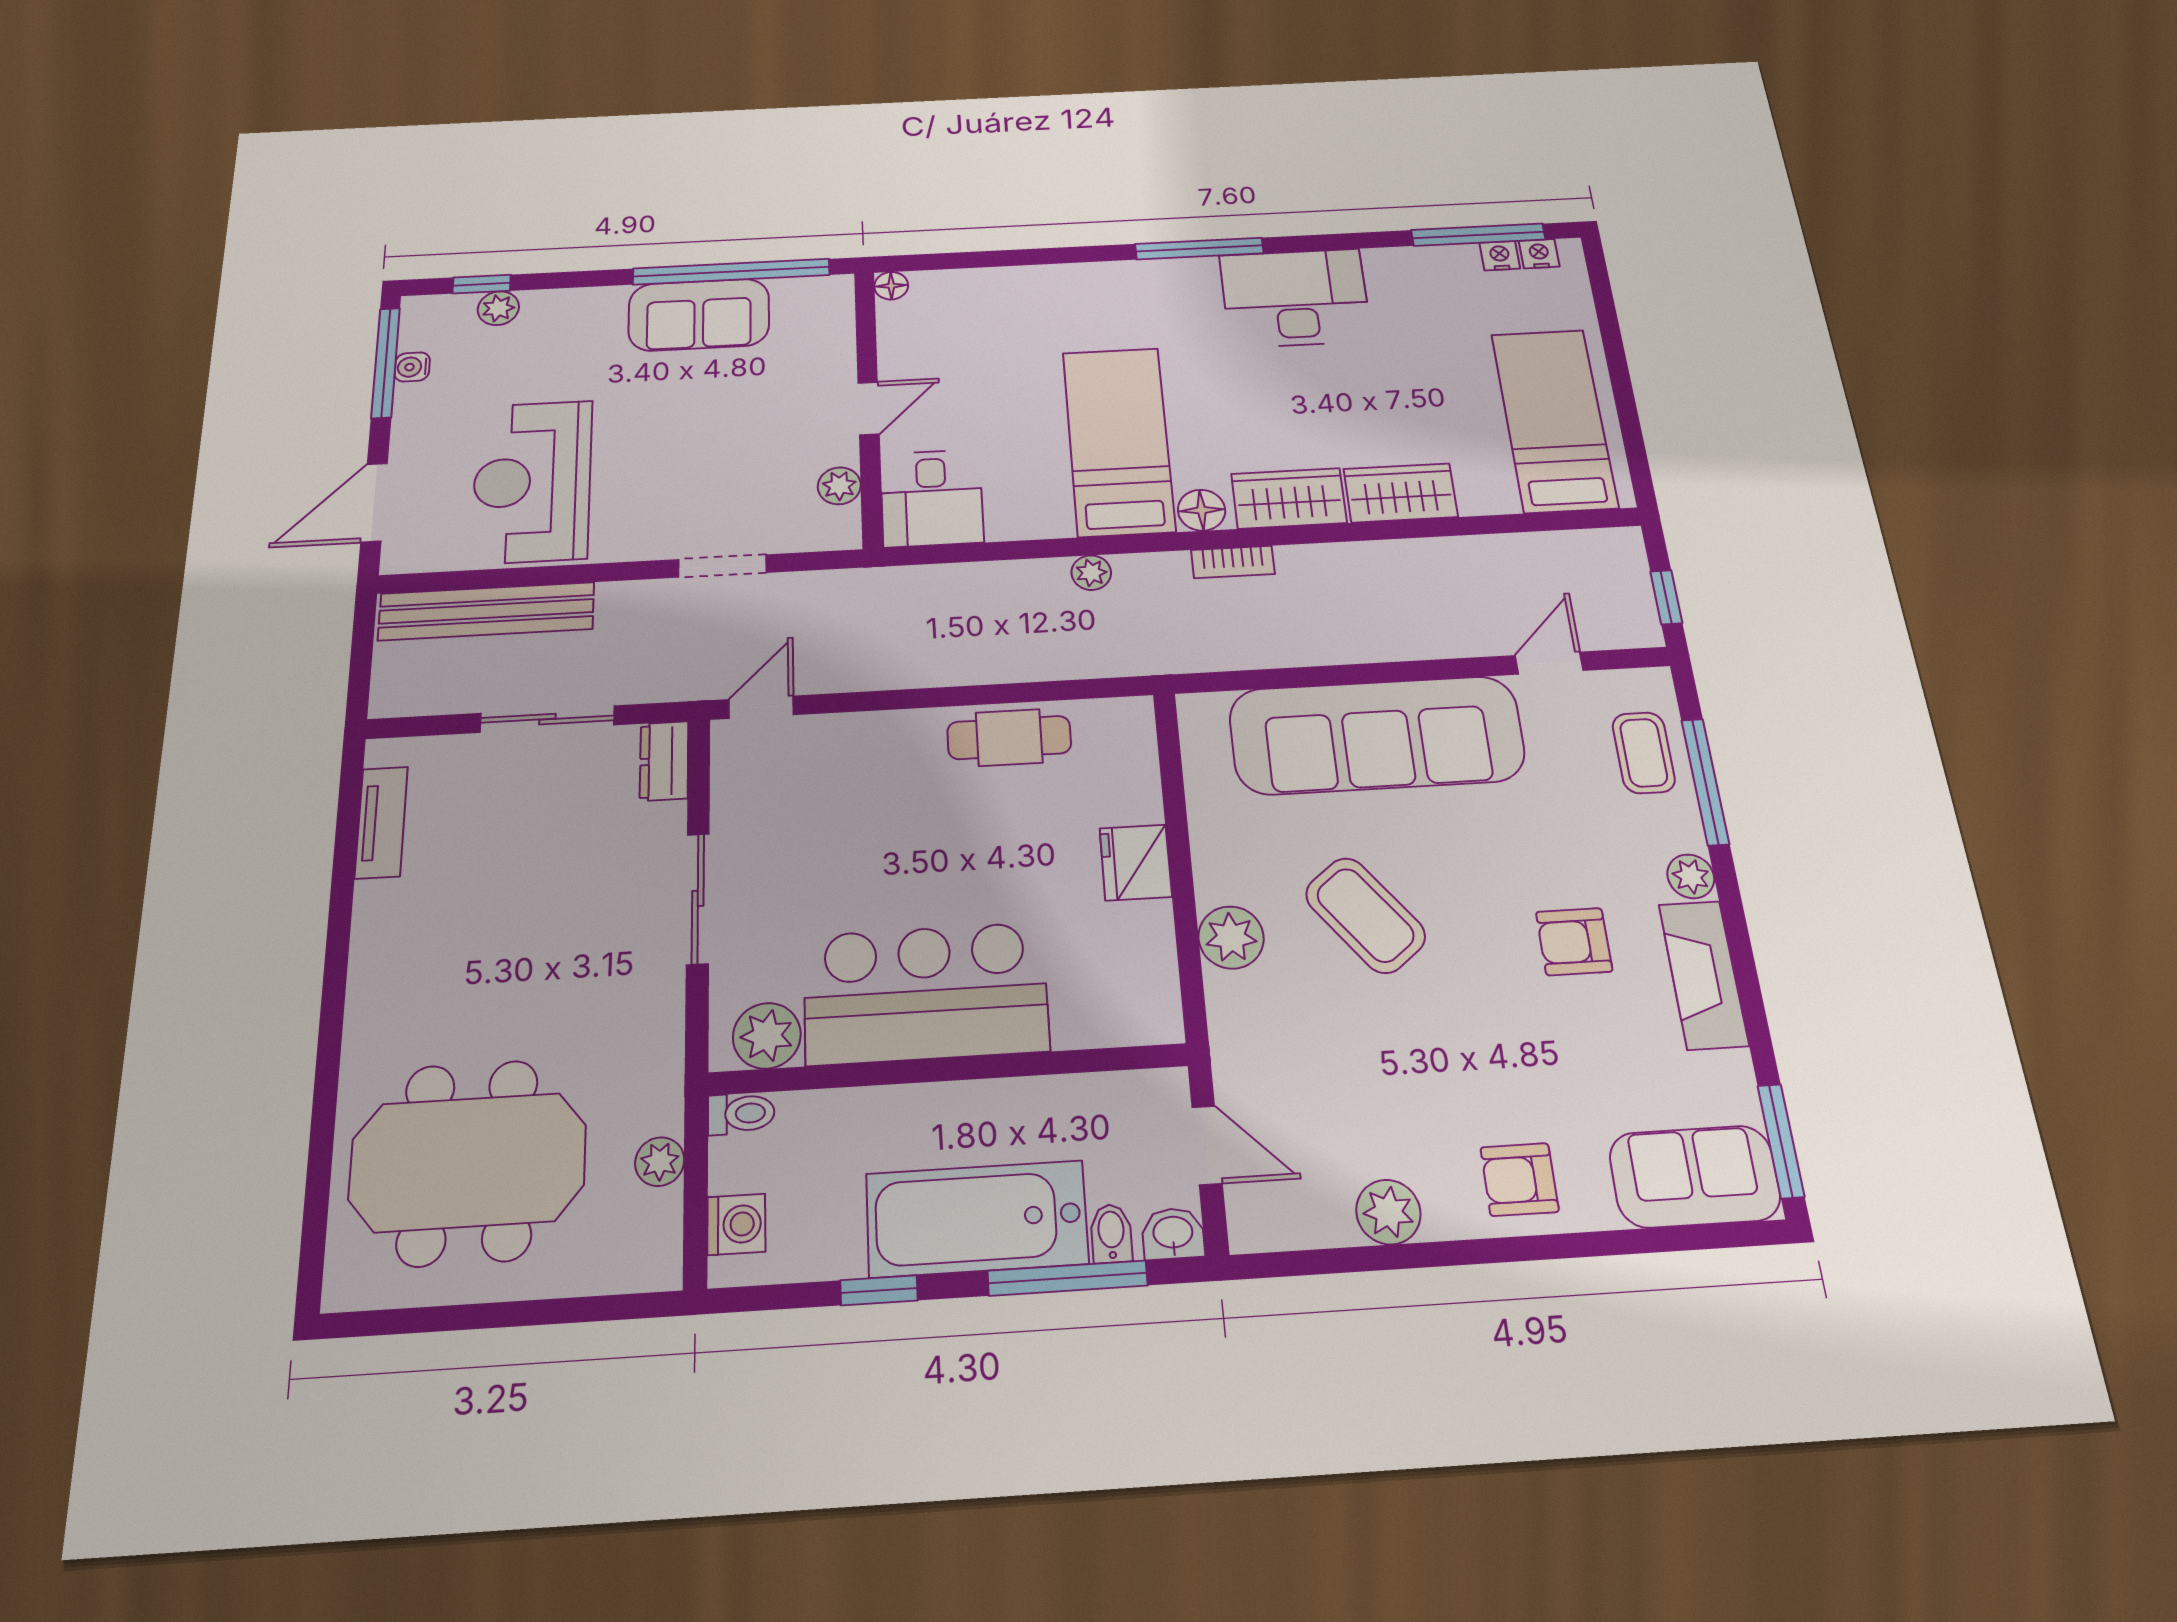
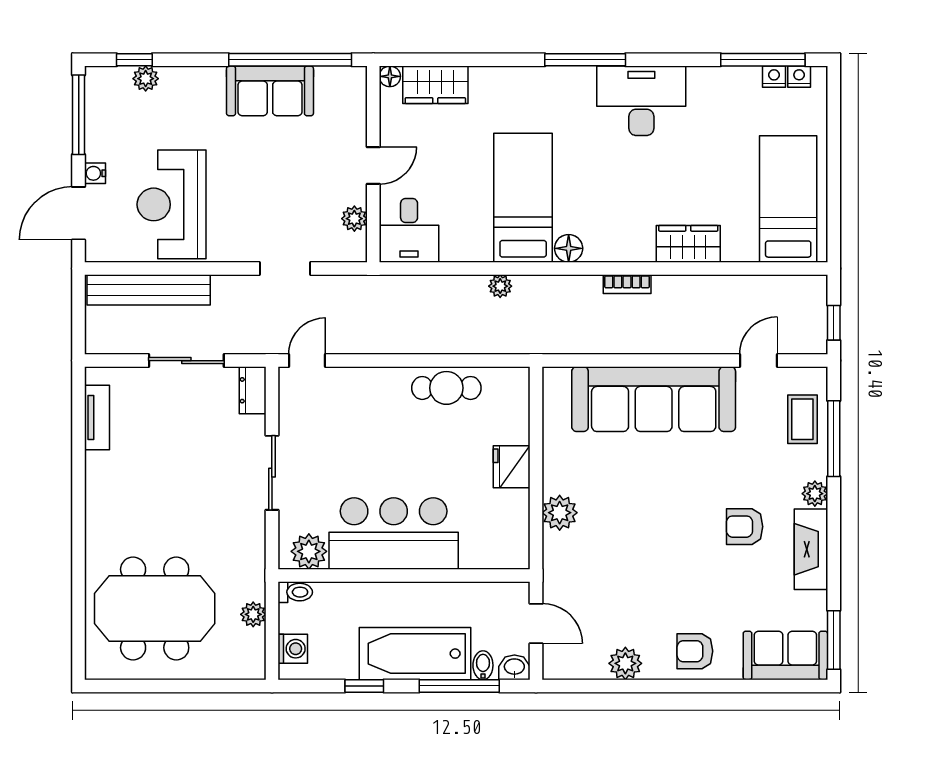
water cooler: (412, 367) -> (95, 173), moved
wardrobe: (1289, 498) -> (435, 85), moved, turned 180
bookcase: (1233, 562) -> (627, 284), moved
coffee table: (1365, 915) -> (634, 505), removed

